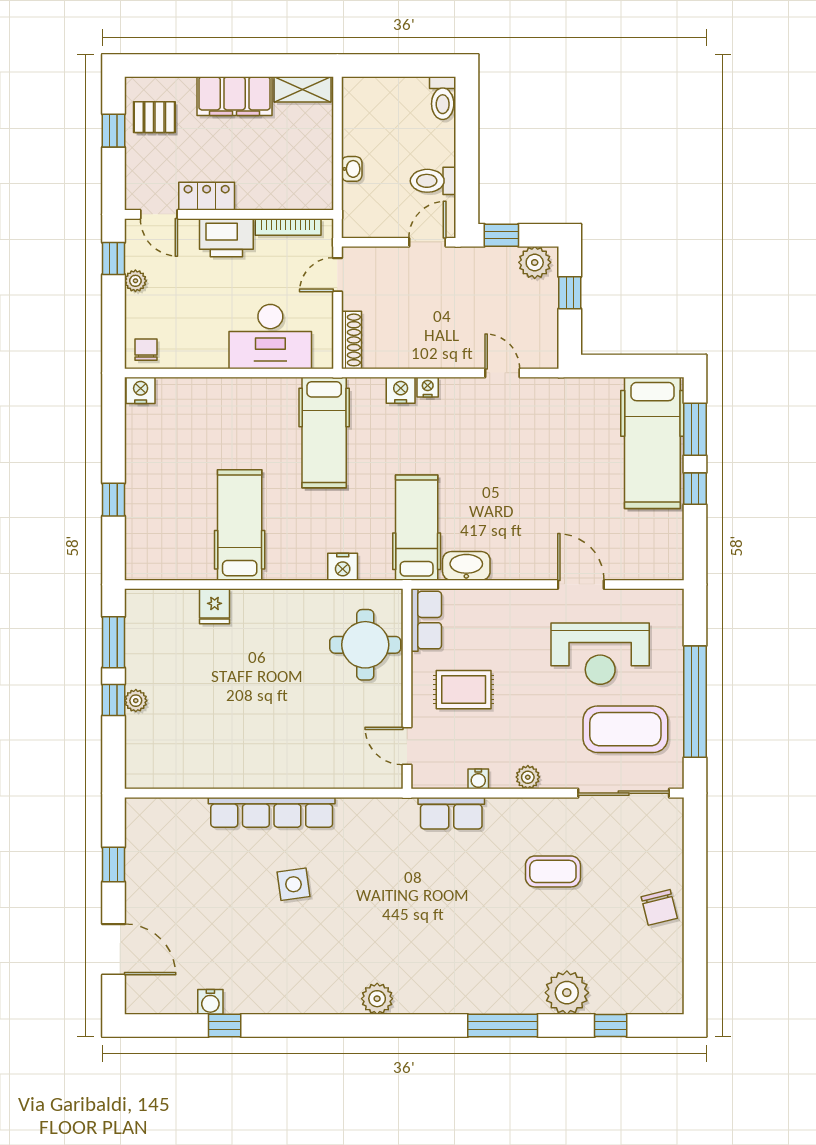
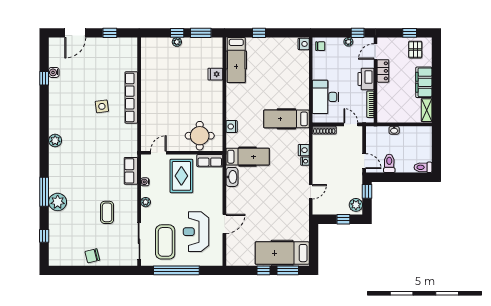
hospital bed: (240, 525) -> (236, 60), moved, turned 90
rug: (464, 690) -> (181, 176), width x1.36, depth x1.43
plant: (567, 993) -> (58, 202), moved

